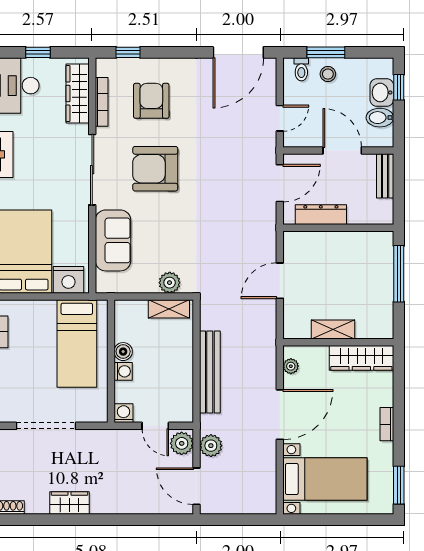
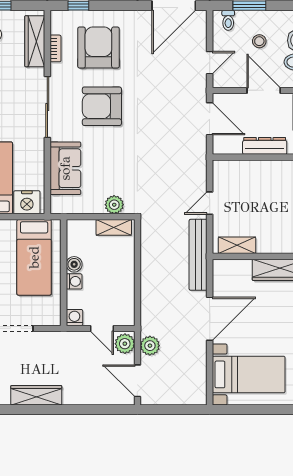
stool: (328, 74) -> (259, 41), moved
armchair: (151, 101) -> (98, 48), width x1.36, depth x1.36
bookcase: (102, 102) -> (55, 48), width x0.64
door: (280, 183) -> (210, 119), hinge flipped
dresser: (321, 215) -> (265, 146), moved
door: (280, 281) -> (210, 203), width x0.73
shelving: (333, 330) -> (237, 245), moved
plant: (291, 366) -> (219, 277), removed
bench: (210, 372) -> (198, 255), moved
wardrobe: (69, 503) -> (36, 395), width x1.50

